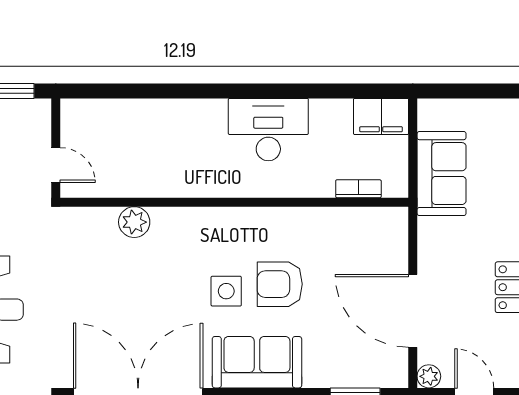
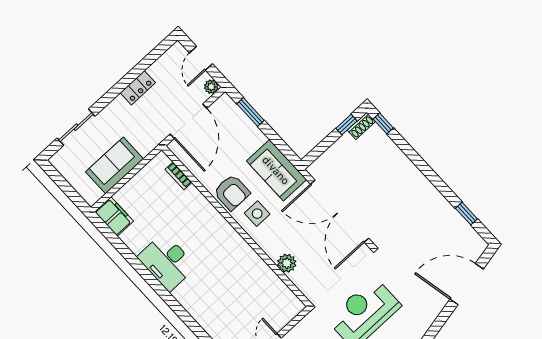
bookcase: (358, 189) -> (178, 176), moved
wall: (234, 202) -> (236, 226), moved
plant: (134, 222) -> (287, 263), moved

